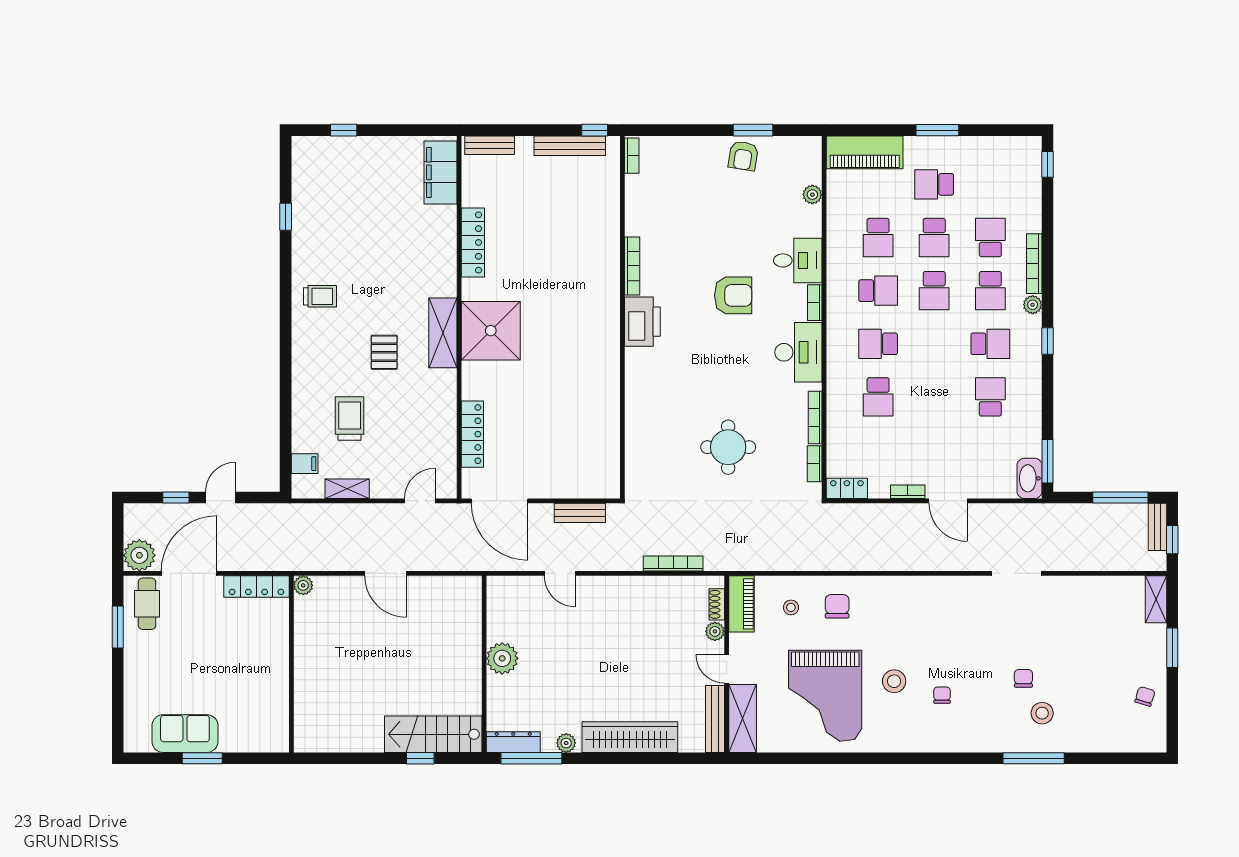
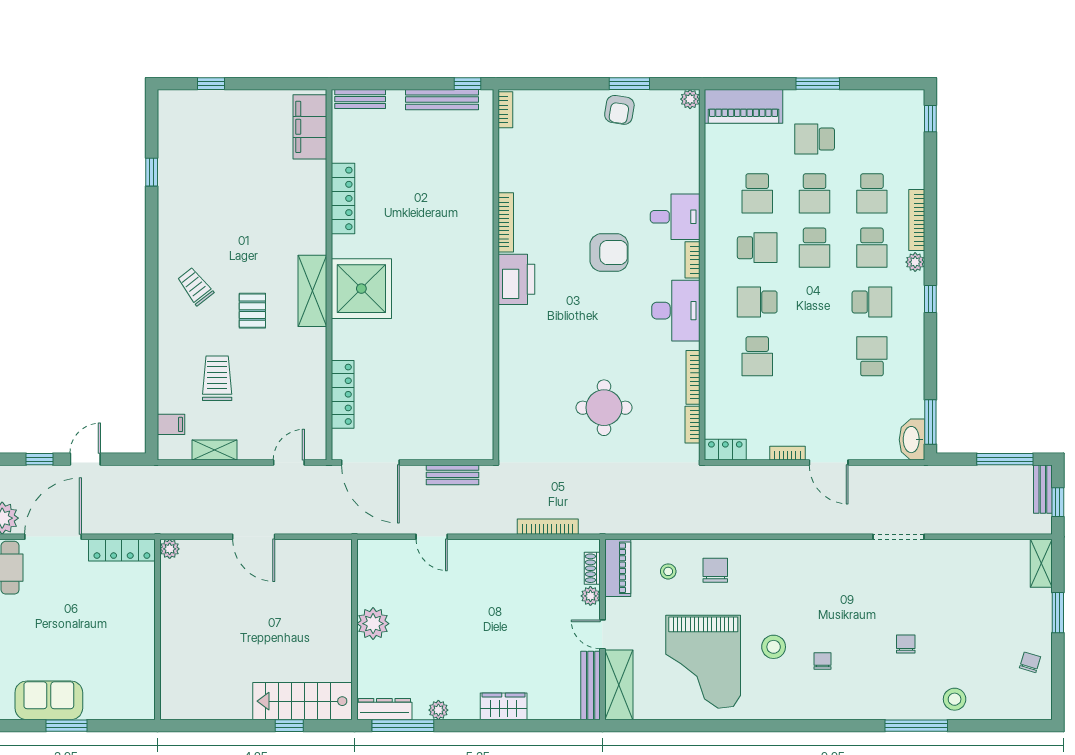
plant: (812, 195) -> (690, 99), moved
school desk: (990, 238) -> (872, 193), turned 180
trolley: (320, 296) -> (195, 286), moved, turned -128
stool: (1042, 713) -> (955, 699), moved
wardrobe: (630, 737) -> (504, 706), width x0.48, depth x0.85

